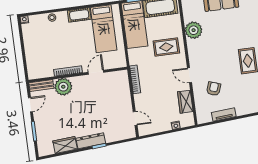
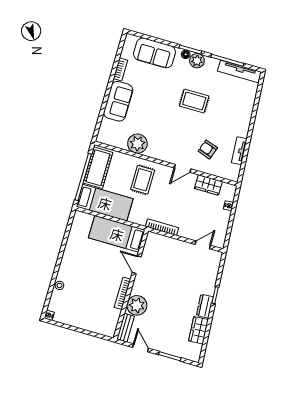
cot: (79, 15) -> (69, 256), removed
bed: (104, 29) -> (117, 234), moved, turned 180
dresser: (91, 141) -> (205, 306), width x0.70

